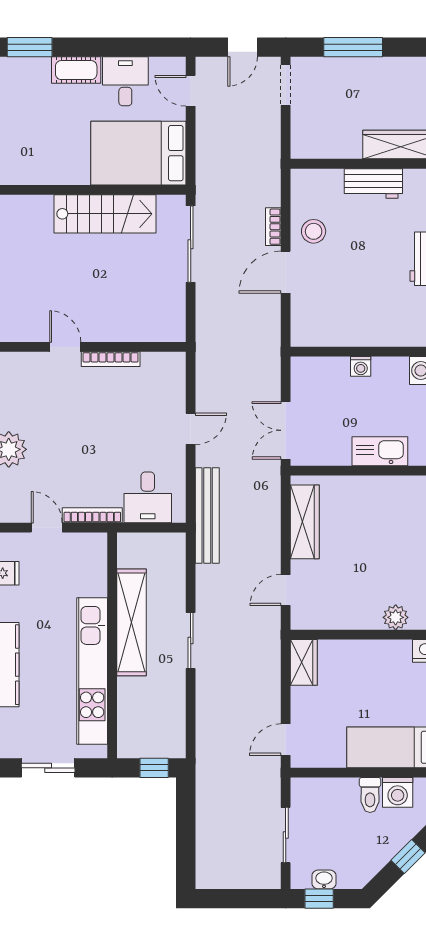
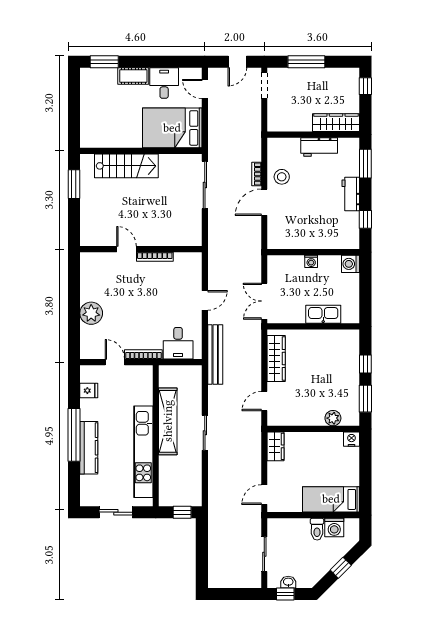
stairs: (105, 214) -> (126, 166), moved

